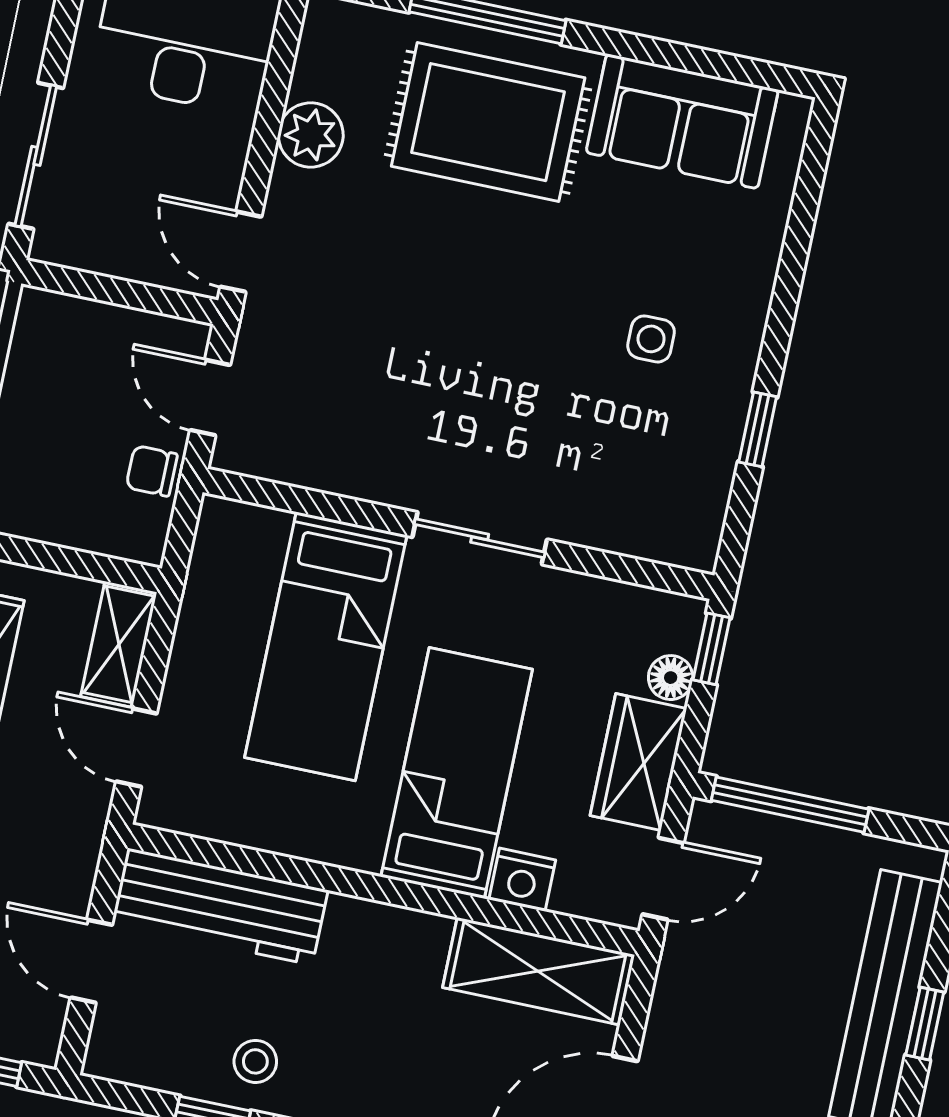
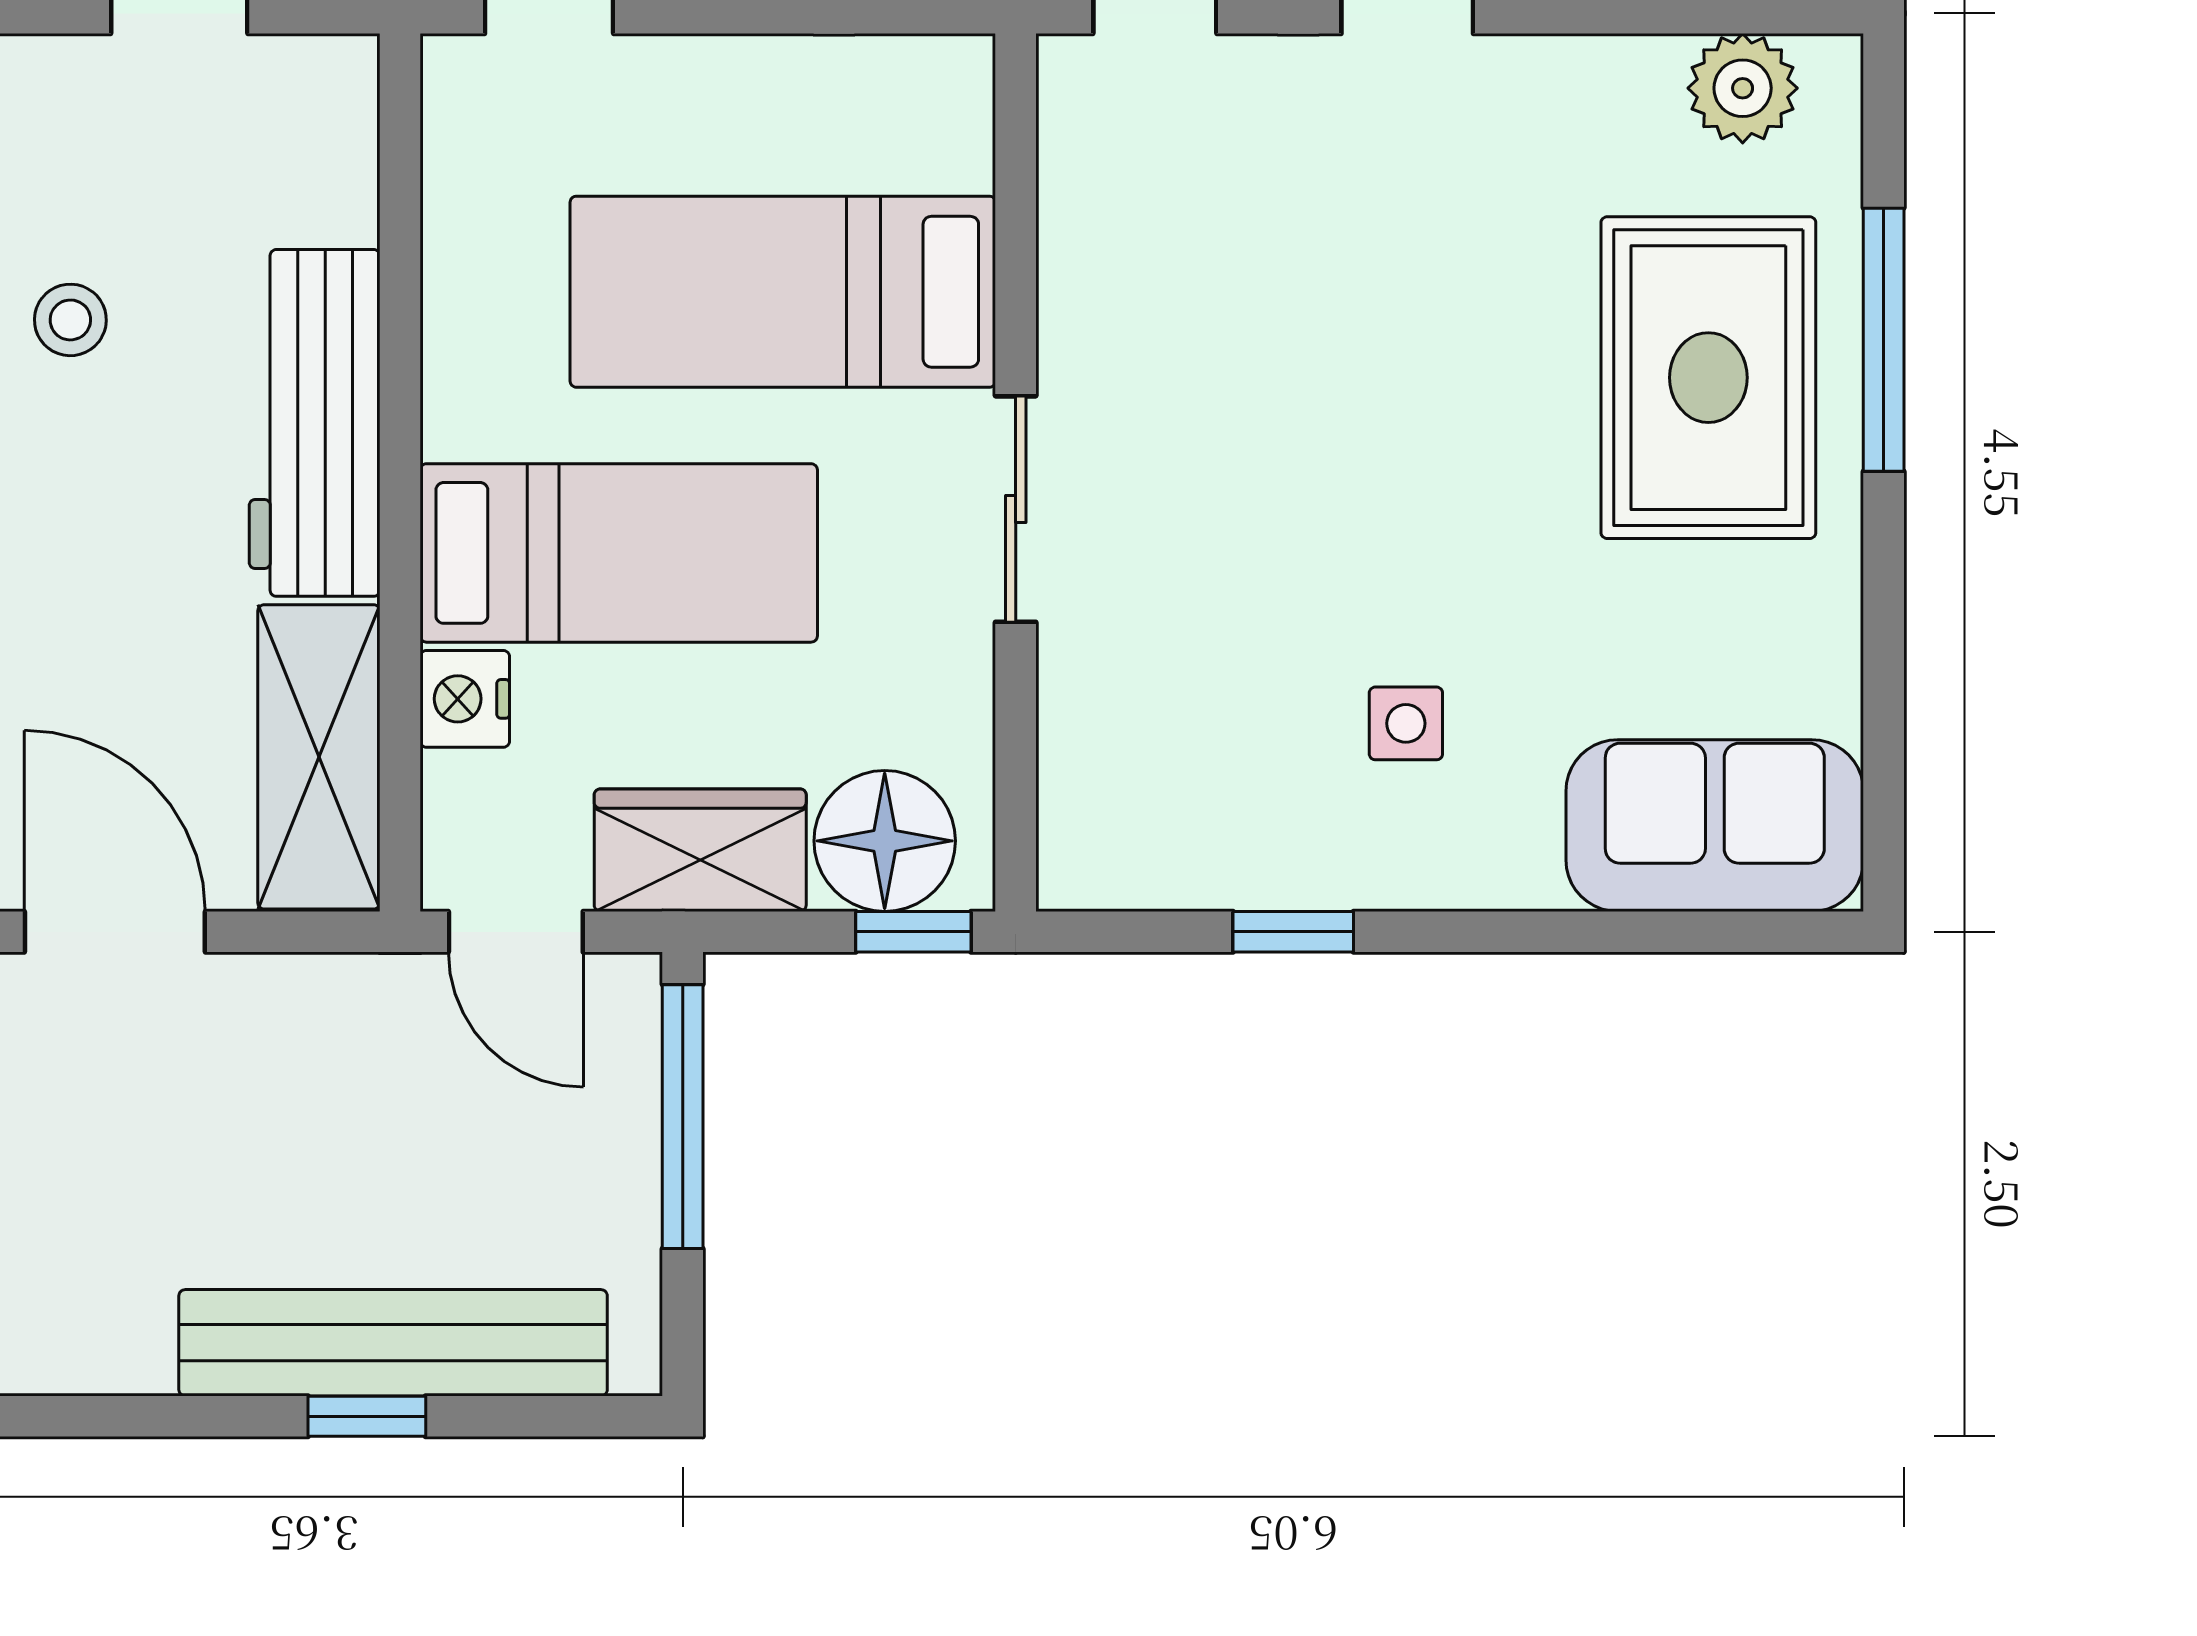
sofa: (682, 121) -> (1715, 826), moved, turned 90
plant: (311, 135) -> (1743, 88), moved
floor lamp: (671, 678) -> (885, 841), width x1.89, depth x1.89
workbench: (220, 907) -> (315, 423), moved

